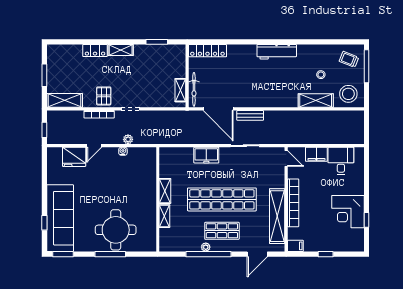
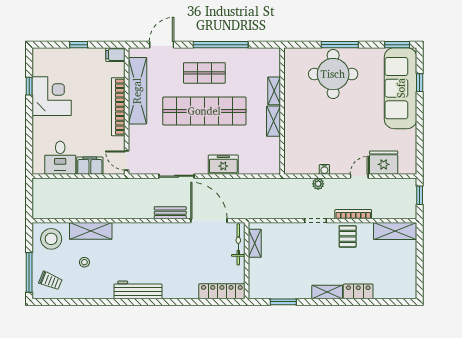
window: (44, 75) -> (420, 261), removed
plant: (206, 247) -> (224, 53), removed

